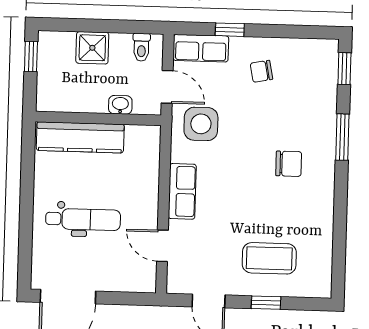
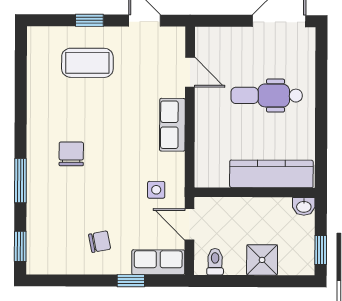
washbasin: (120, 105) -> (304, 206), moved
side table: (201, 124) -> (156, 190), width x0.54, depth x0.54
chair: (289, 164) -> (71, 154), turned 90

